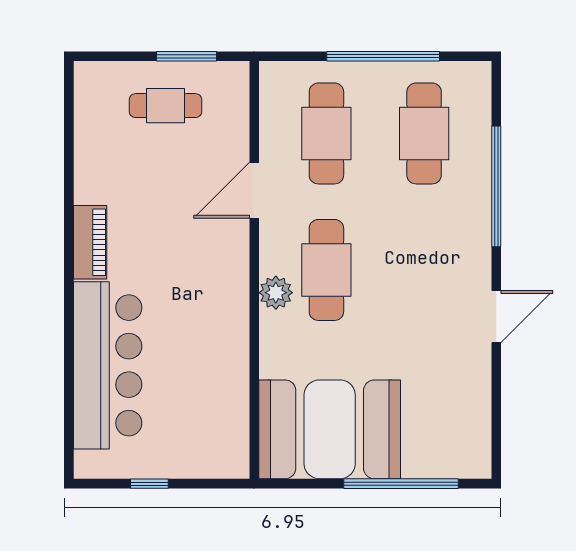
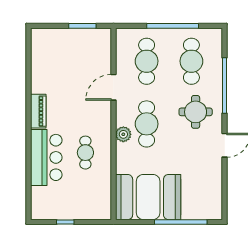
cafe table: (165, 106) -> (85, 153), moved, turned 90
round table: (433, 244) -> (196, 112), added
bar counter: (108, 365) -> (46, 157), width x0.73

